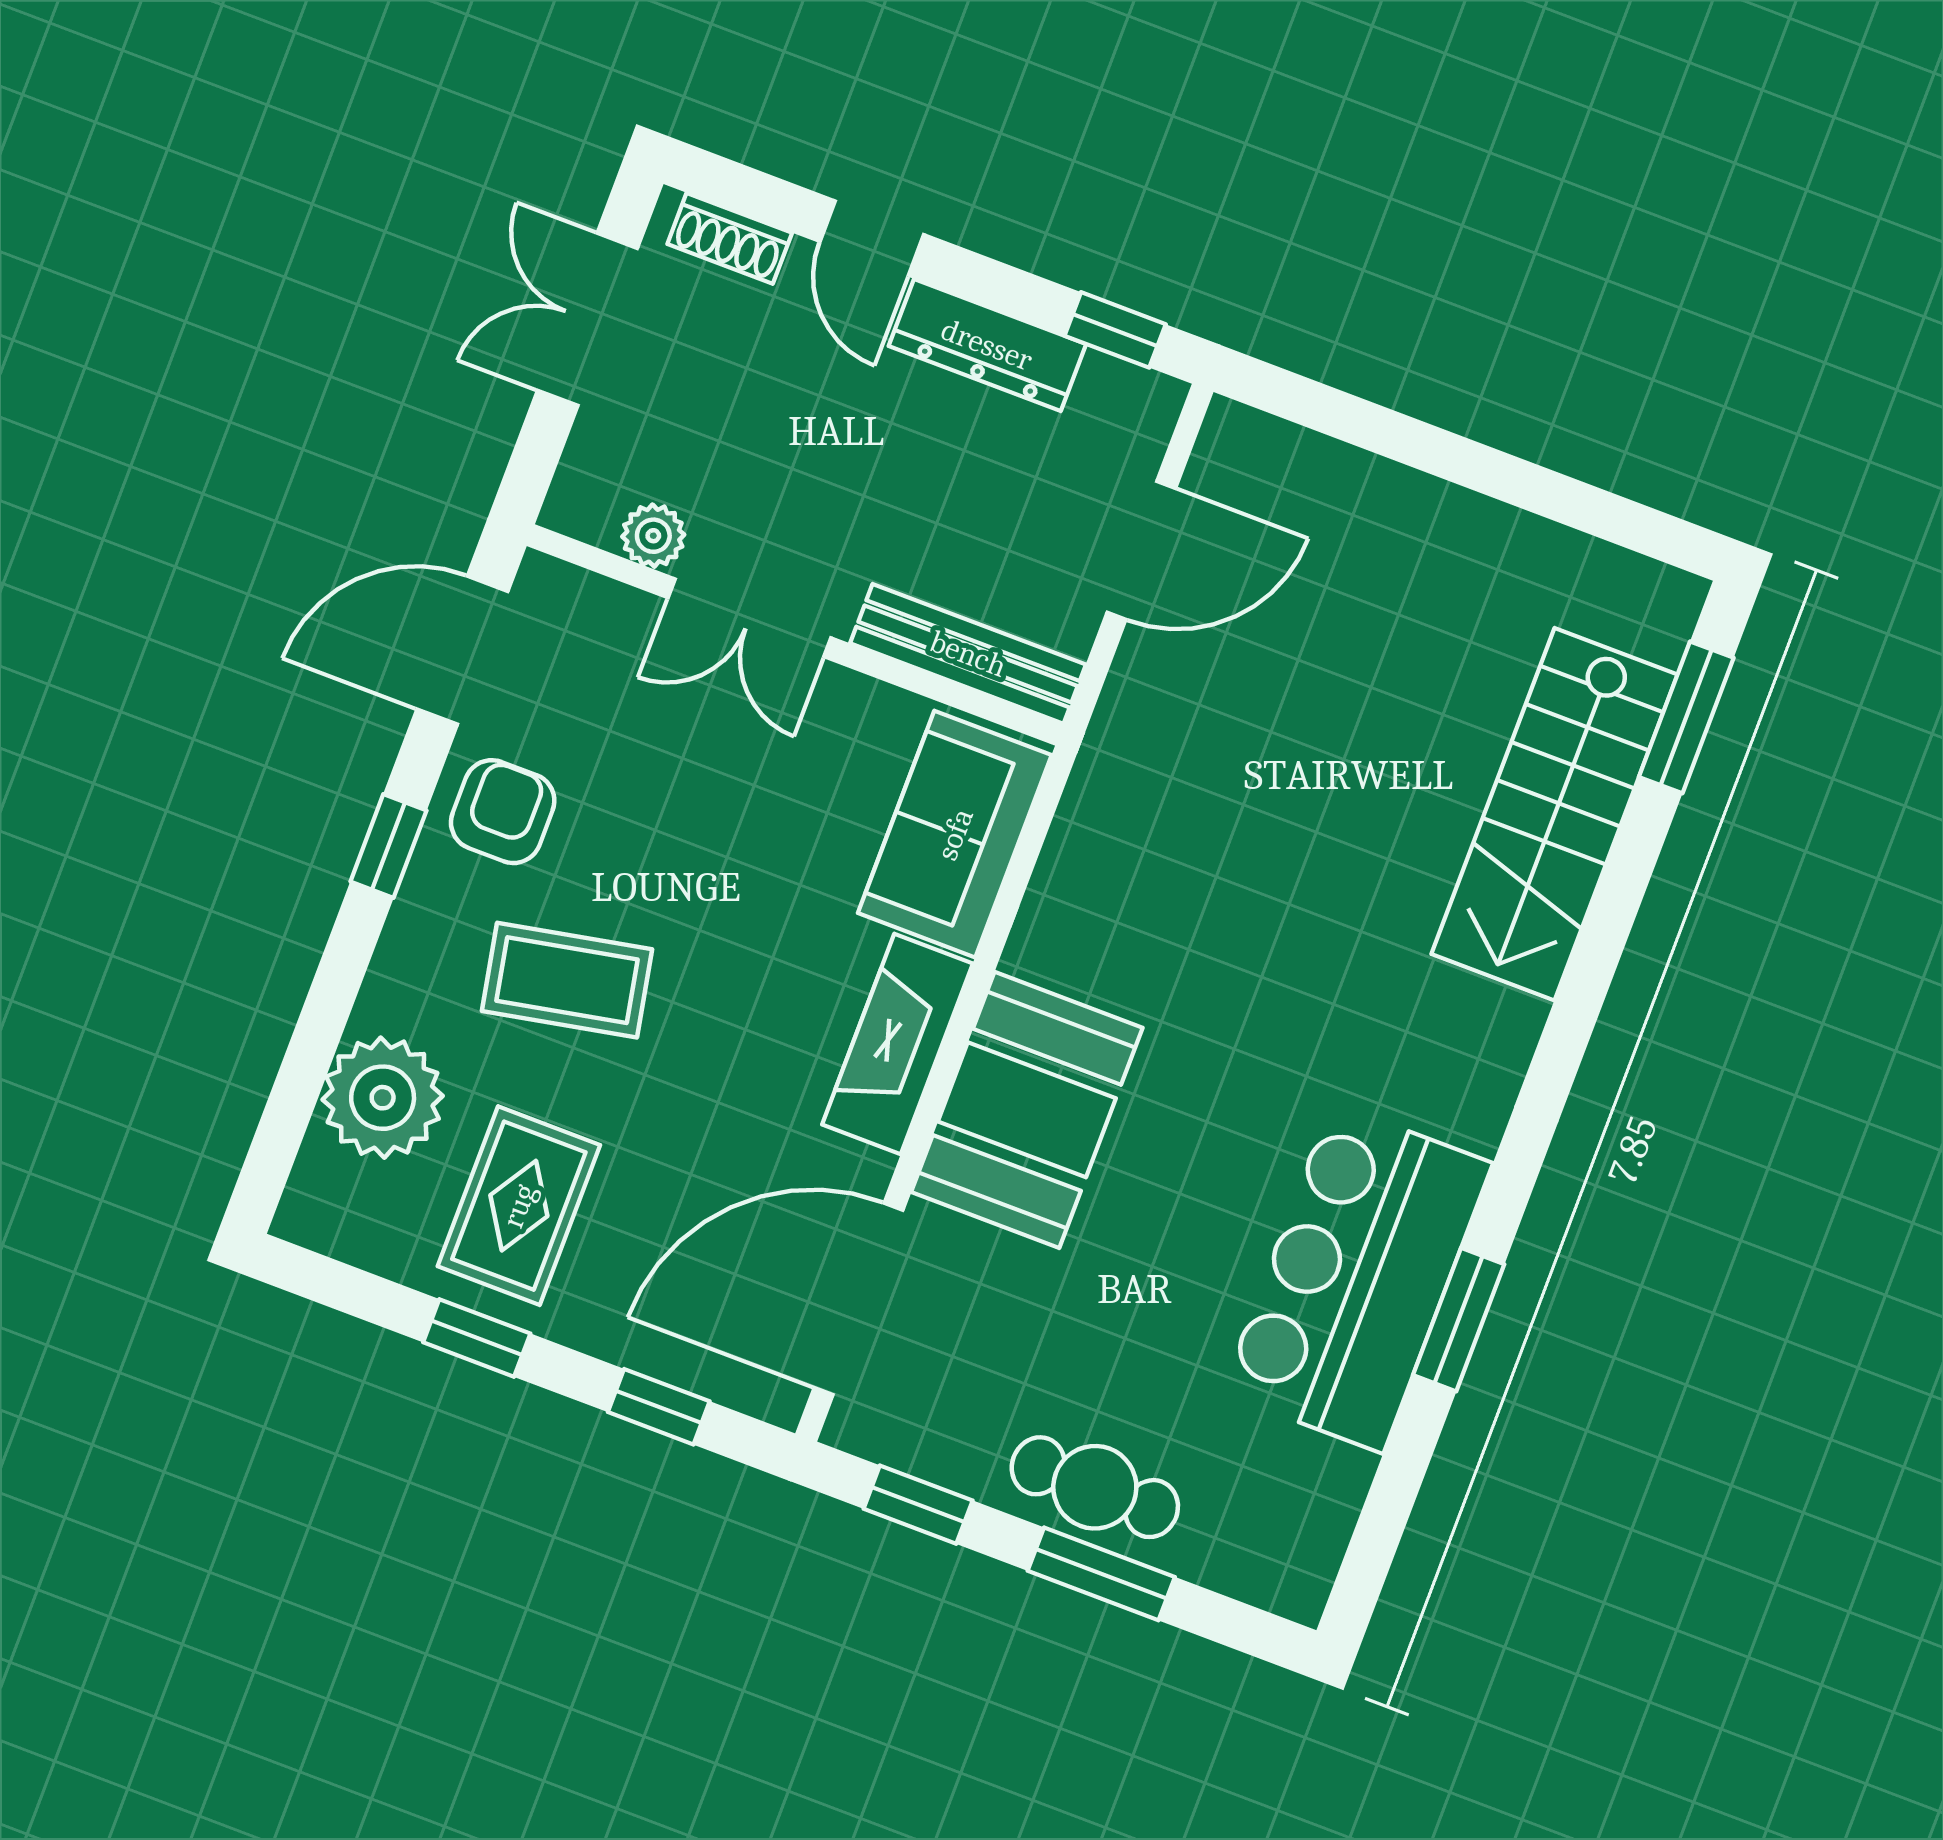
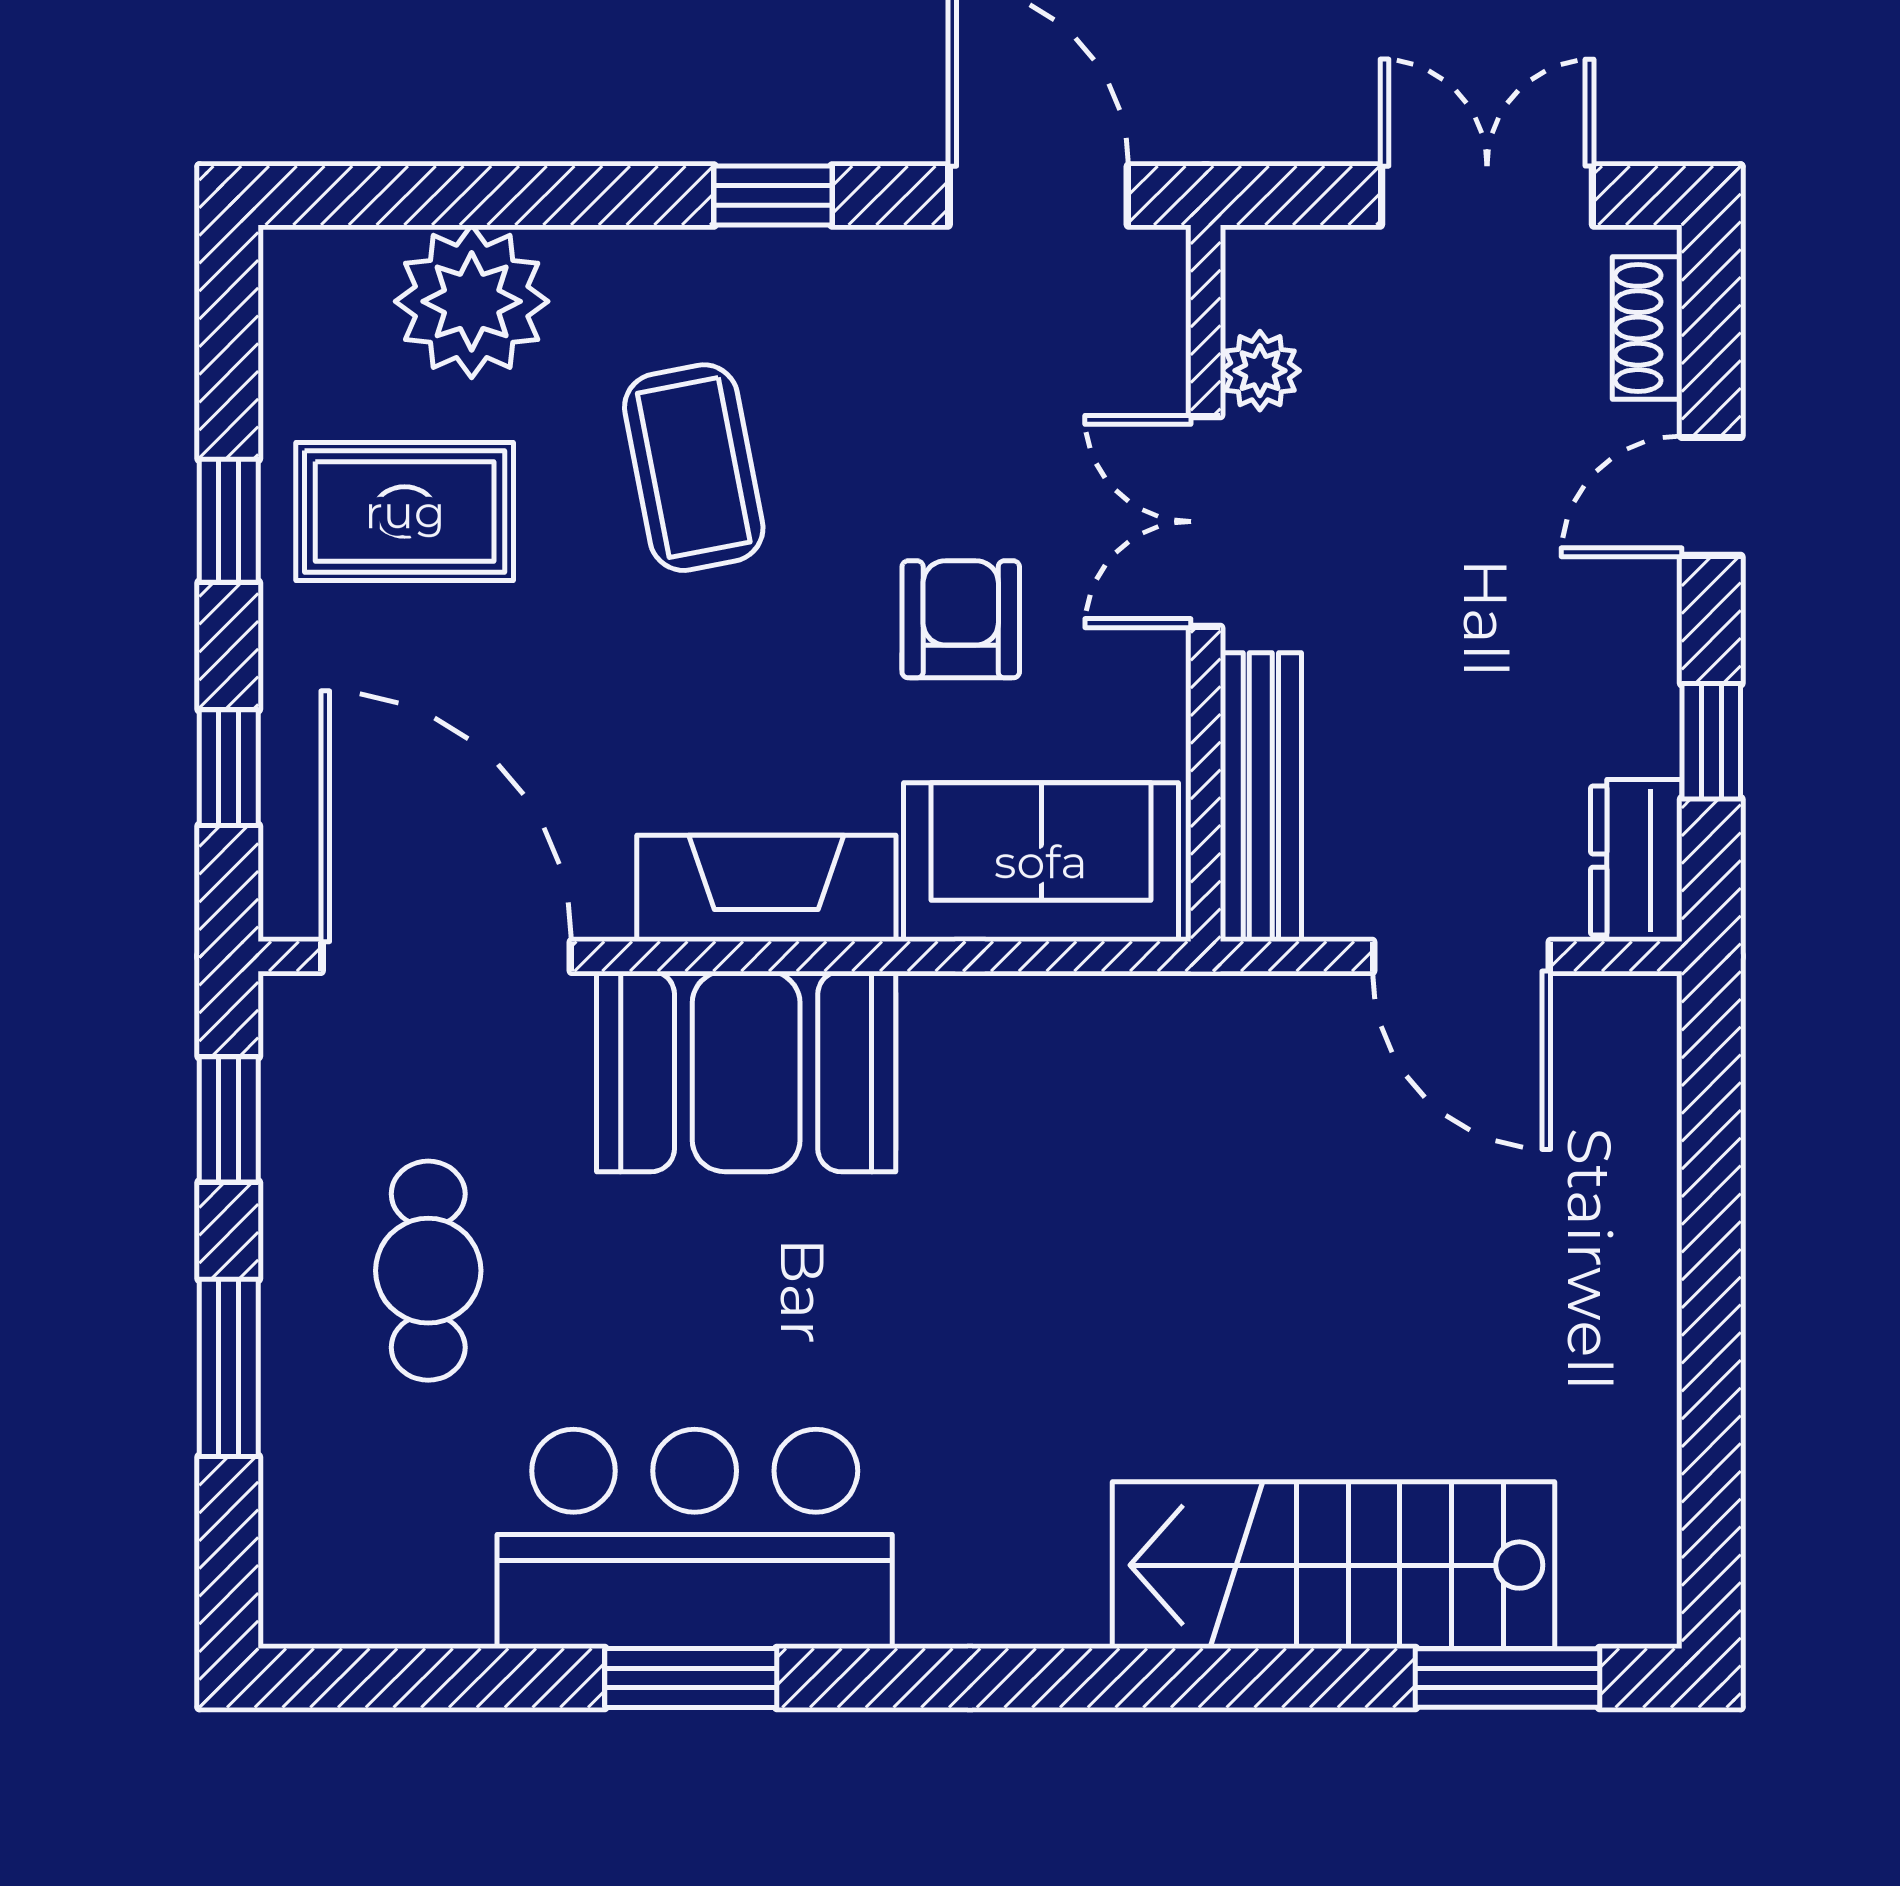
window: (1115, 330) -> (1711, 741), moved
dresser: (987, 345) -> (1636, 861), moved, width x0.70
armchair: (503, 812) -> (961, 619), moved, turned -90
cafe table: (1095, 1487) -> (428, 1271), moved

